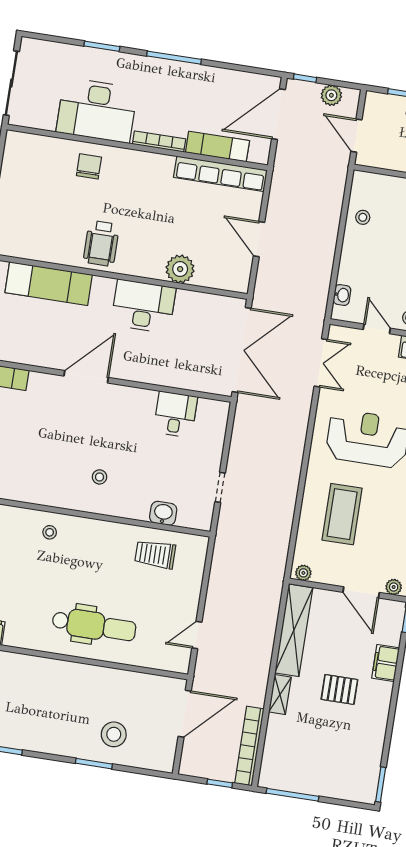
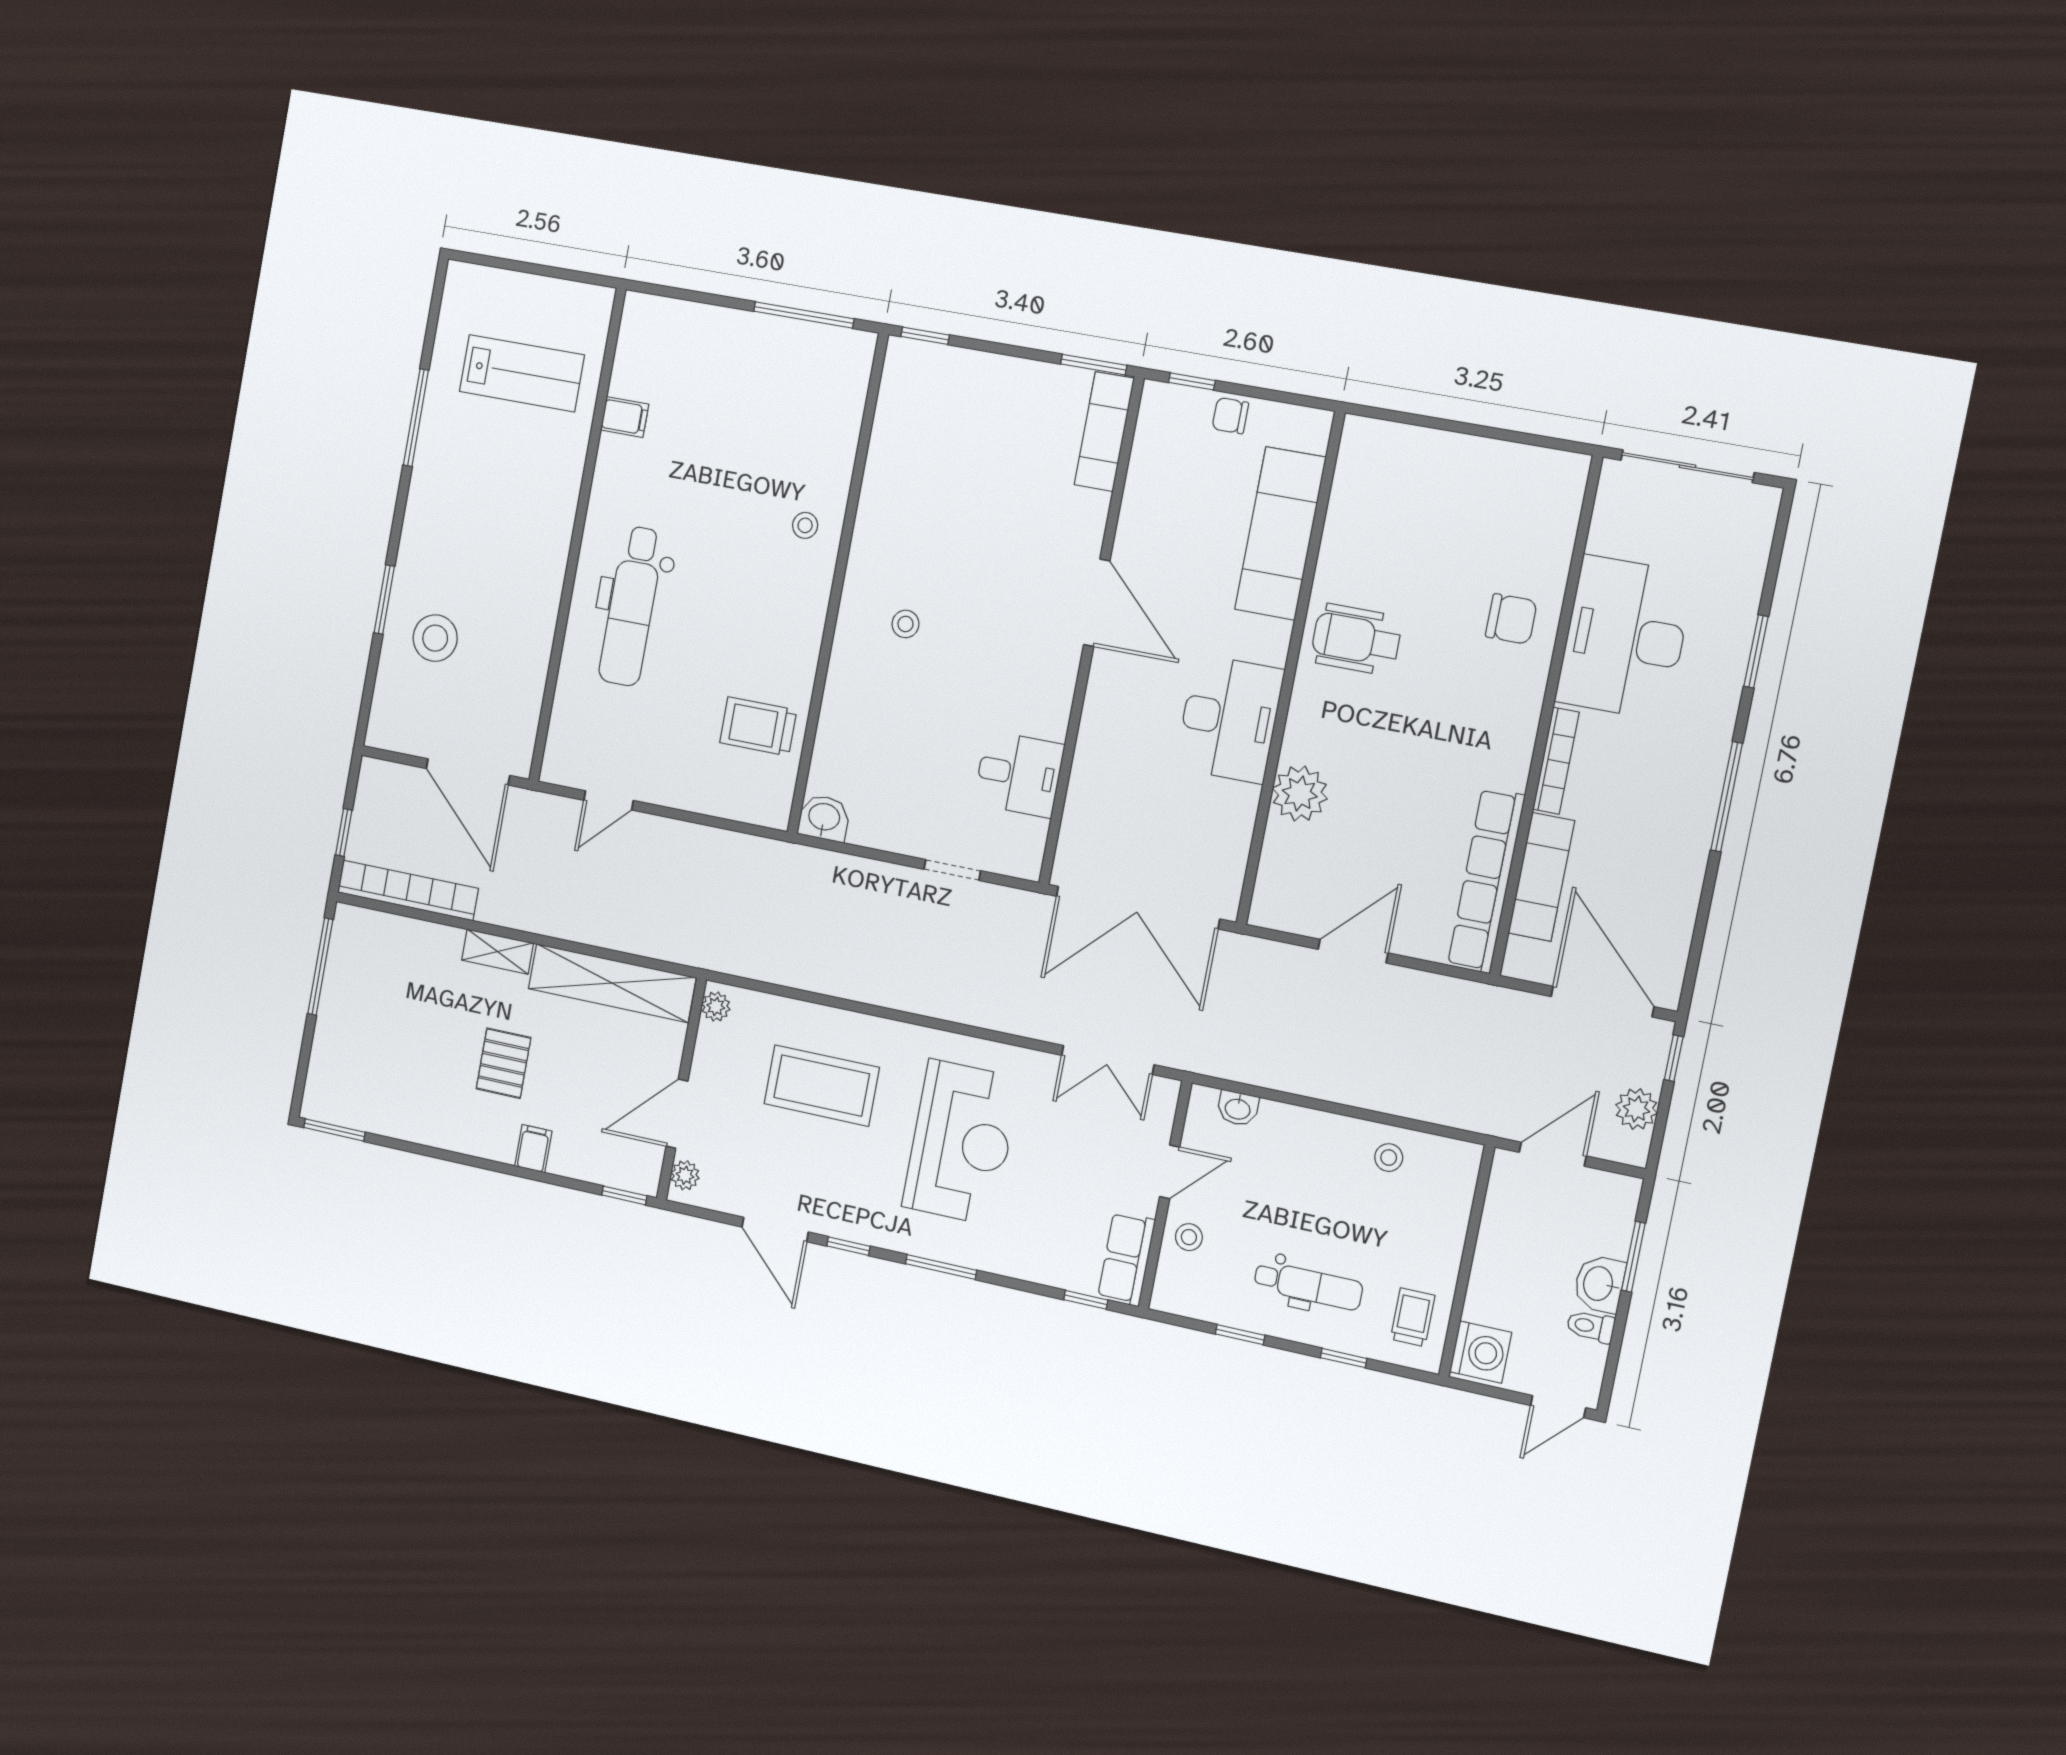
doorway: (220, 487) -> (952, 870), moved
washbasin: (163, 513) -> (824, 818), moved, turned -90
trolley: (155, 554) -> (758, 726), turned -90
door: (197, 635) -> (609, 800), swing flipped
filing cabinet: (386, 663) -> (533, 1149), width x0.50

